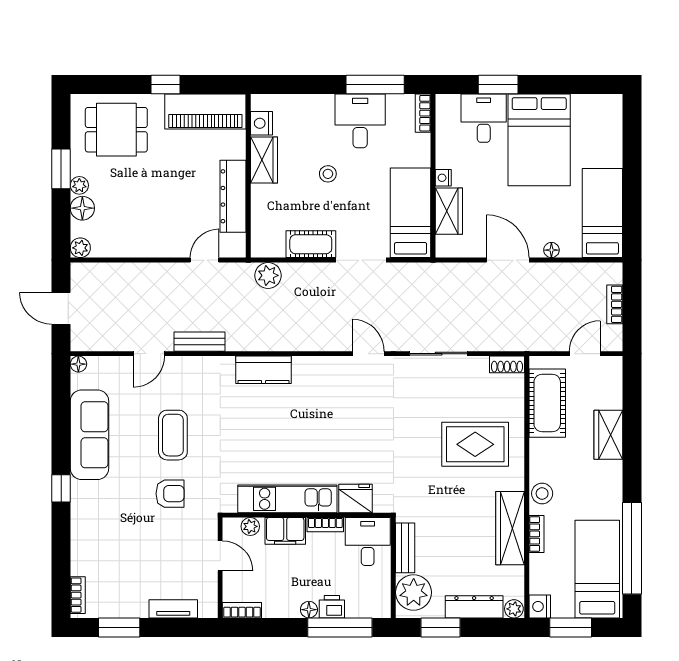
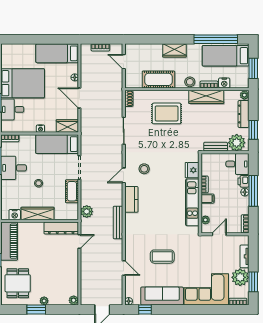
wardrobe: (264, 160) -> (38, 213), width x1.50
dresser: (233, 196) -> (61, 228), moved
floor lamp: (82, 208) -> (55, 299), removed
wardrobe: (449, 211) -> (67, 126), moved
door: (205, 260) -> (79, 242), swing flipped
door: (508, 260) -> (79, 98), hinge flipped
bench: (199, 342) -> (118, 223), moved, width x1.36
door: (368, 354) -> (124, 175), moved
kitchen counter: (264, 370) -> (131, 199), moved
stool: (358, 397) -> (144, 169), added
cot: (547, 403) -> (158, 79), moved
wardrobe: (608, 435) -> (174, 50), moved
rug: (475, 444) -> (167, 113), turned 90
window: (61, 488) -> (145, 309), moved
armchair: (170, 494) -> (190, 258), removed
corner sofa: (104, 528) -> (206, 289), added
filing cabinet: (285, 531) -> (208, 199), width x0.50
desk: (368, 542) -> (237, 164), moved, turned 180
plant: (129, 600) -> (240, 277), added
nightstand: (540, 606) -> (224, 83), moved
window: (340, 627) -> (253, 191), moved

